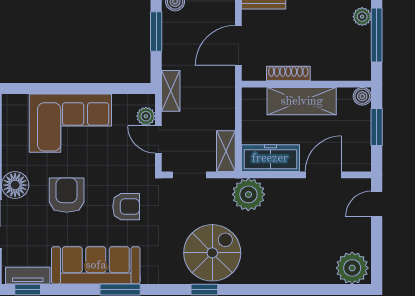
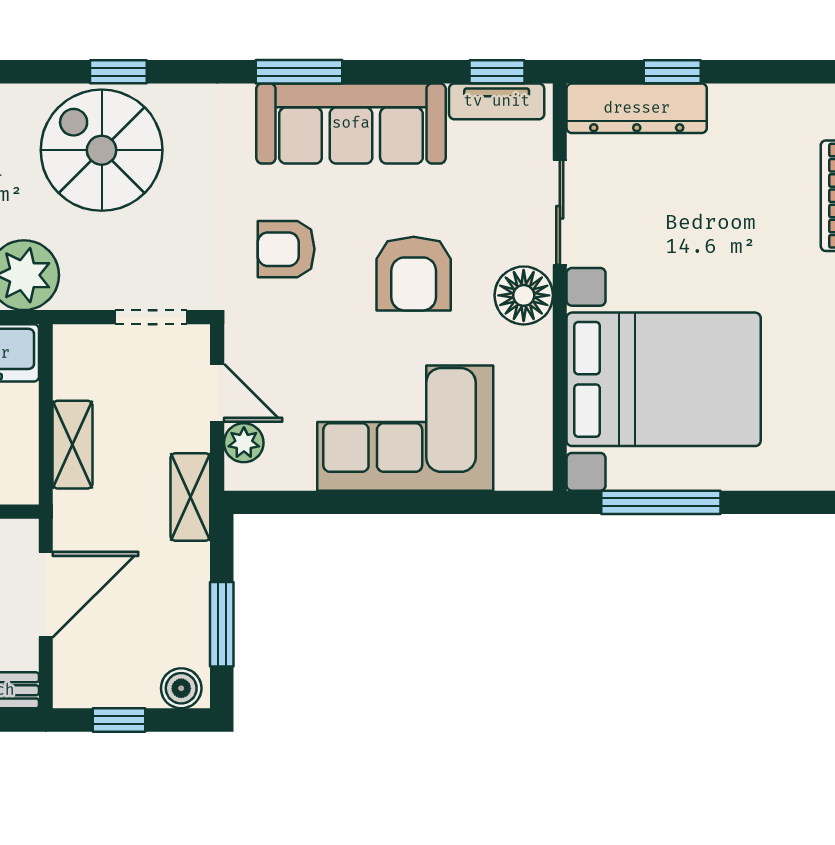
shelving: (226, 151) -> (73, 445), moved
spiral stairs: (212, 253) -> (102, 150), turned 90

